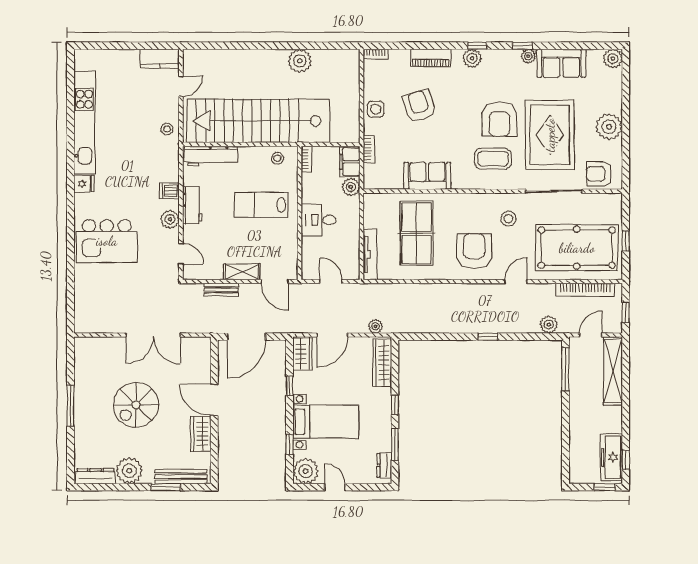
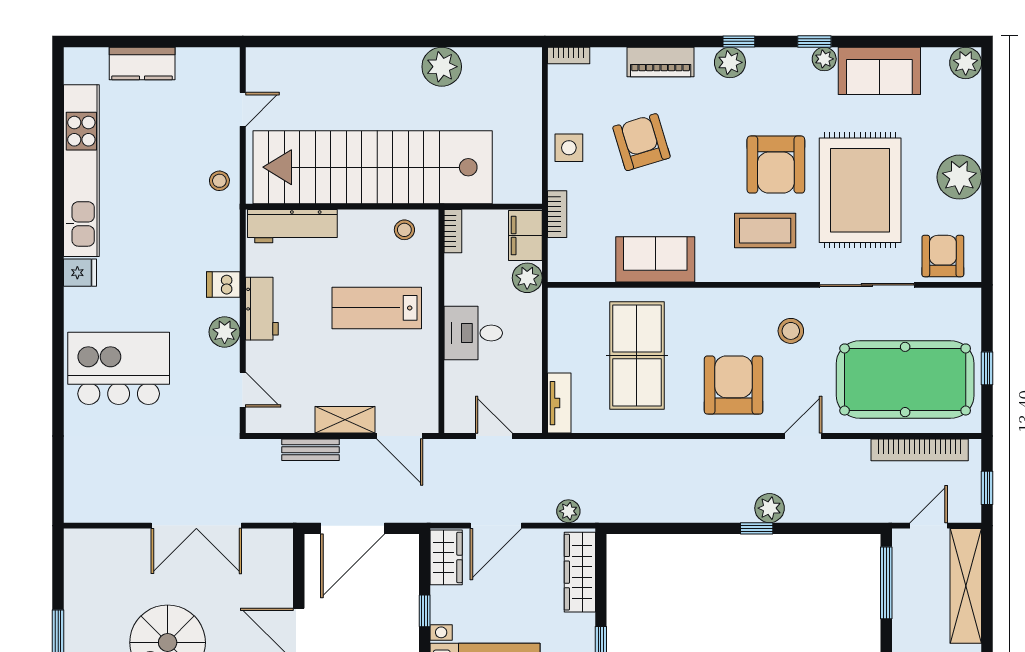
kitchen counter: (160, 59) -> (142, 63), moved
armchair: (599, 174) -> (943, 256), turned 90
kitchen island: (107, 241) -> (119, 368), turned 180
tv unit: (370, 254) -> (559, 403), width x0.71
plant: (549, 325) -> (770, 508), moved

